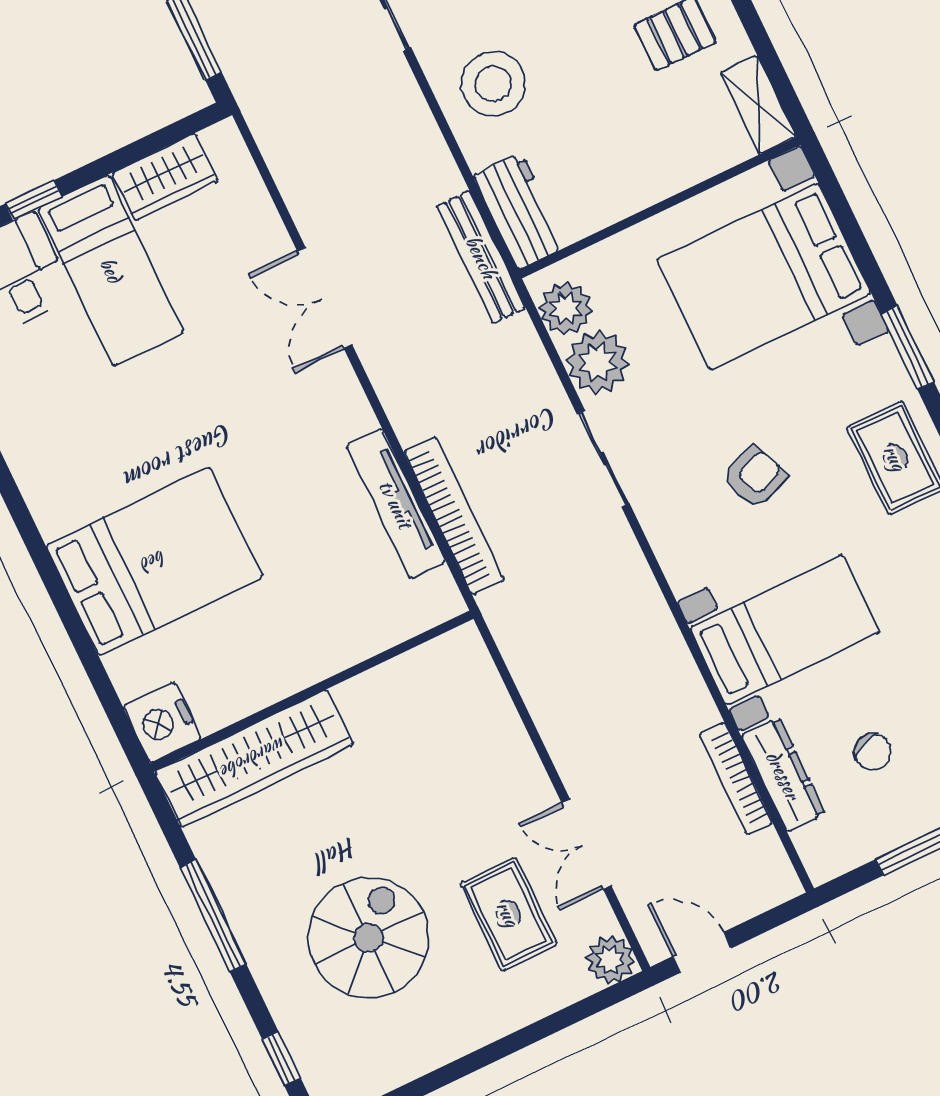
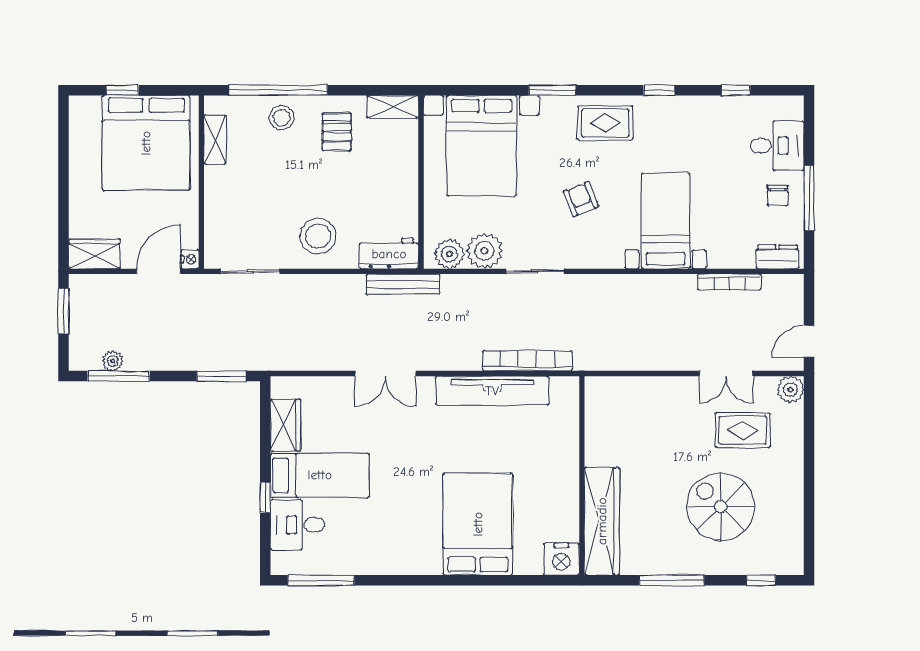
tv unit: (396, 504) -> (492, 391), width x1.36, depth x1.29
chair: (873, 752) -> (777, 196), moved, turned 114
dresser: (783, 775) -> (777, 257), moved, width x0.70

